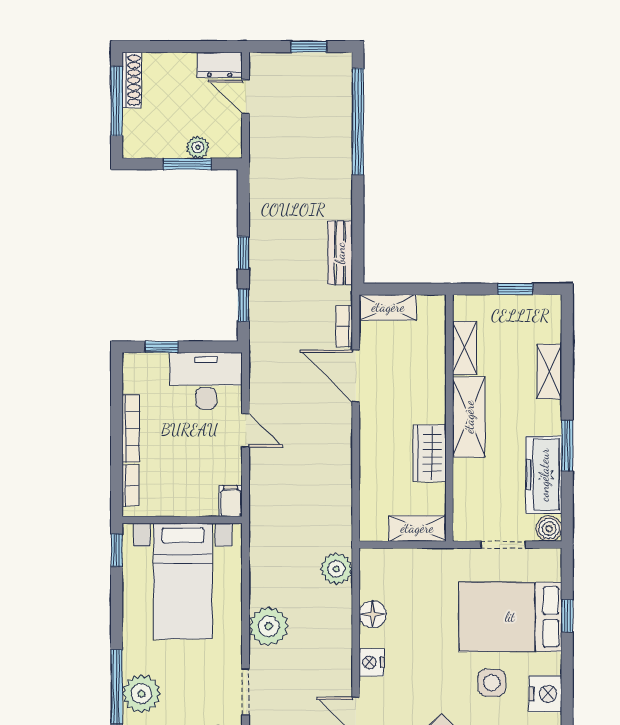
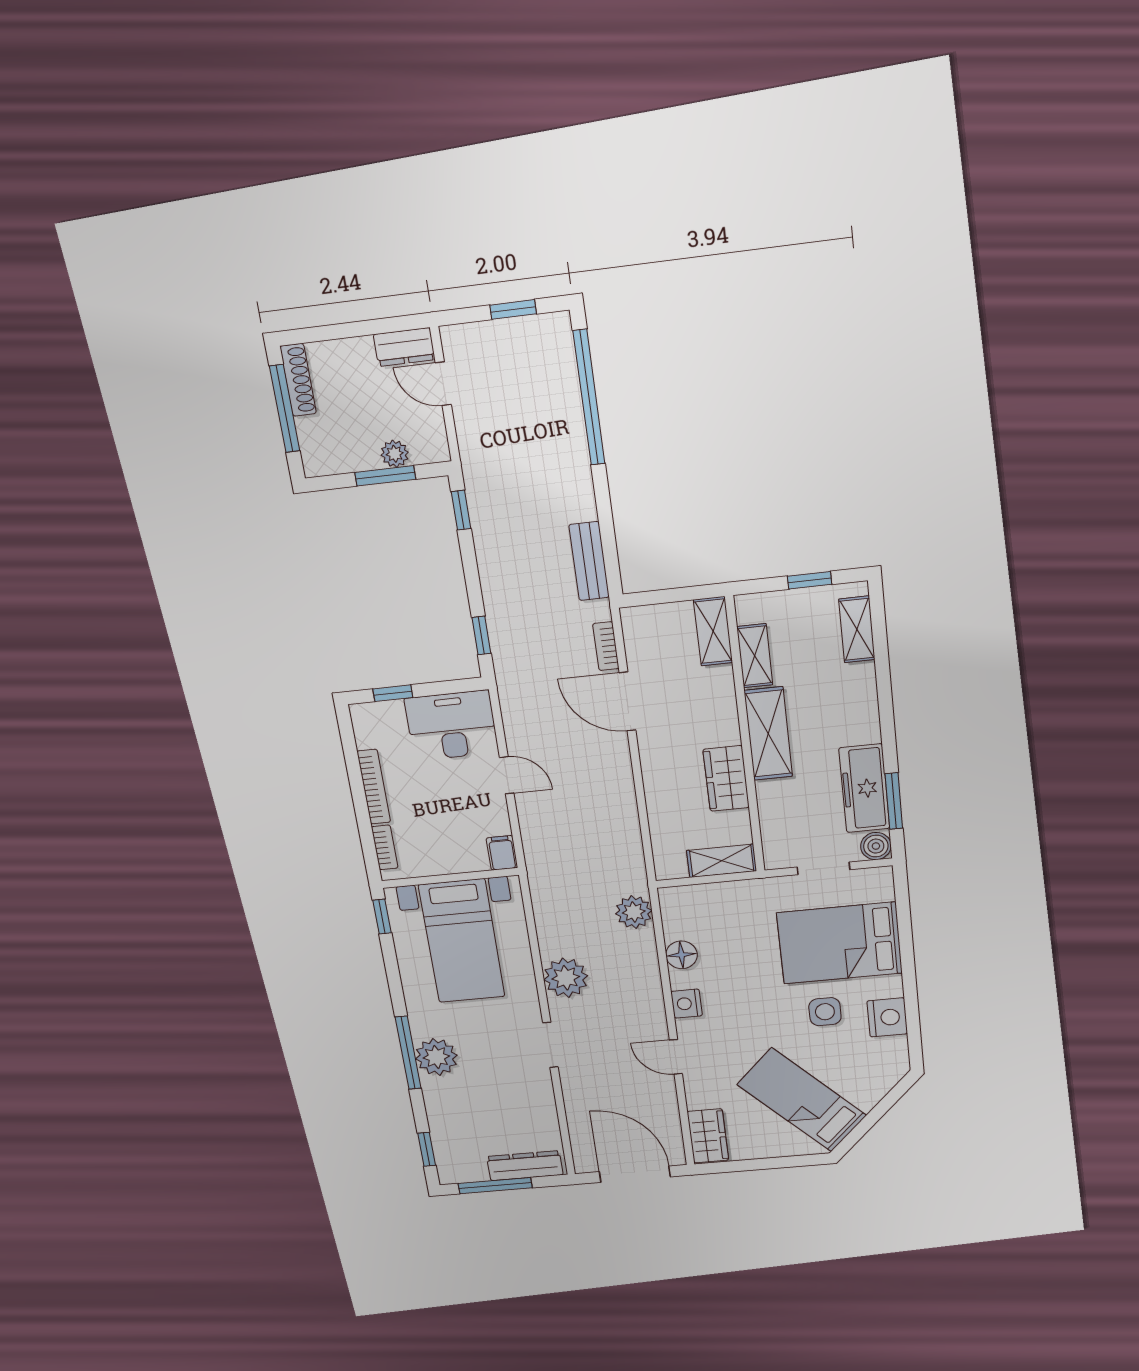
window: (243, 253) -> (461, 510), moved
shelving: (388, 307) -> (713, 631), moved, turned 90
shelving: (549, 372) -> (857, 629), moved
window: (567, 446) -> (894, 801), moved
window: (567, 616) -> (905, 936), removed

